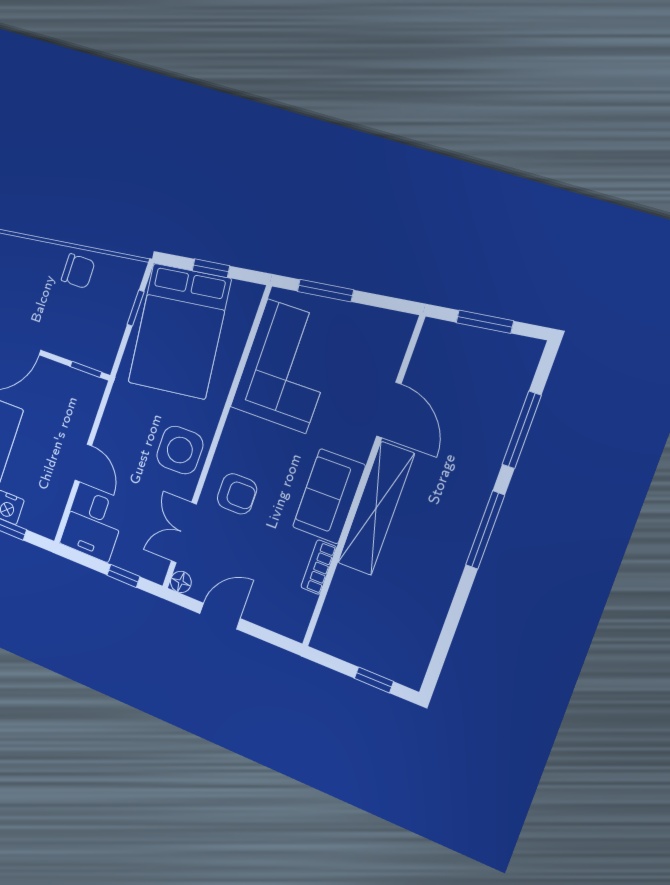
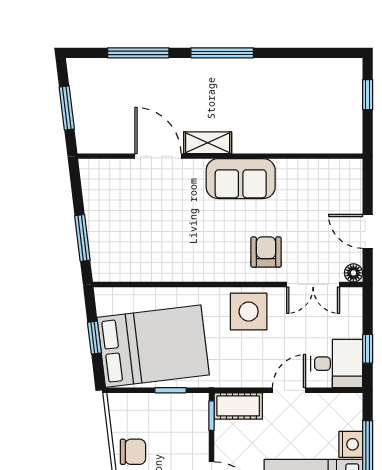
chair: (78, 271) -> (133, 452), turned 90
window: (136, 308) -> (171, 390), moved
corner sofa: (287, 366) -> (151, 248), removed
cot: (86, 402) -> (238, 406), added
door: (389, 410) -> (158, 156), hinge flipped
shelving: (376, 508) -> (208, 143), width x0.45, depth x0.75
bookcase: (319, 567) -> (298, 167), removed
window: (123, 576) -> (368, 349), moved

